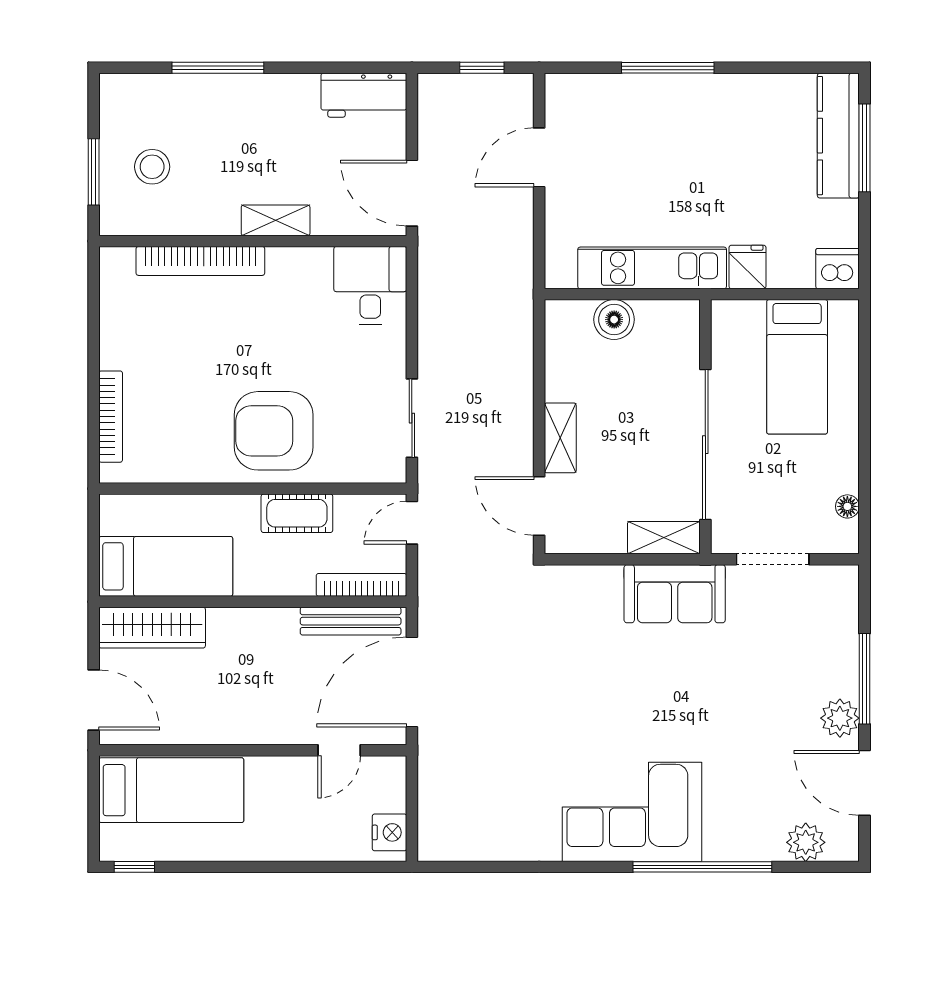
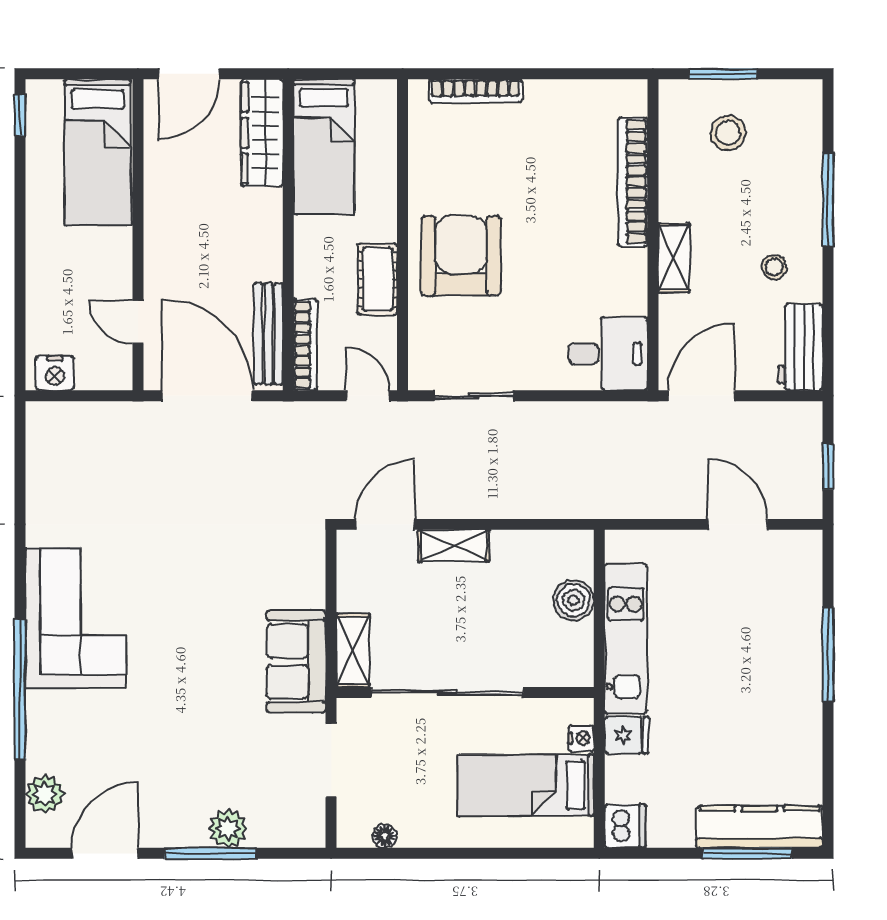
stool: (285, 121) -> (774, 267), added
nightstand: (751, 312) -> (581, 738), added
plant: (840, 718) -> (228, 828), moved

